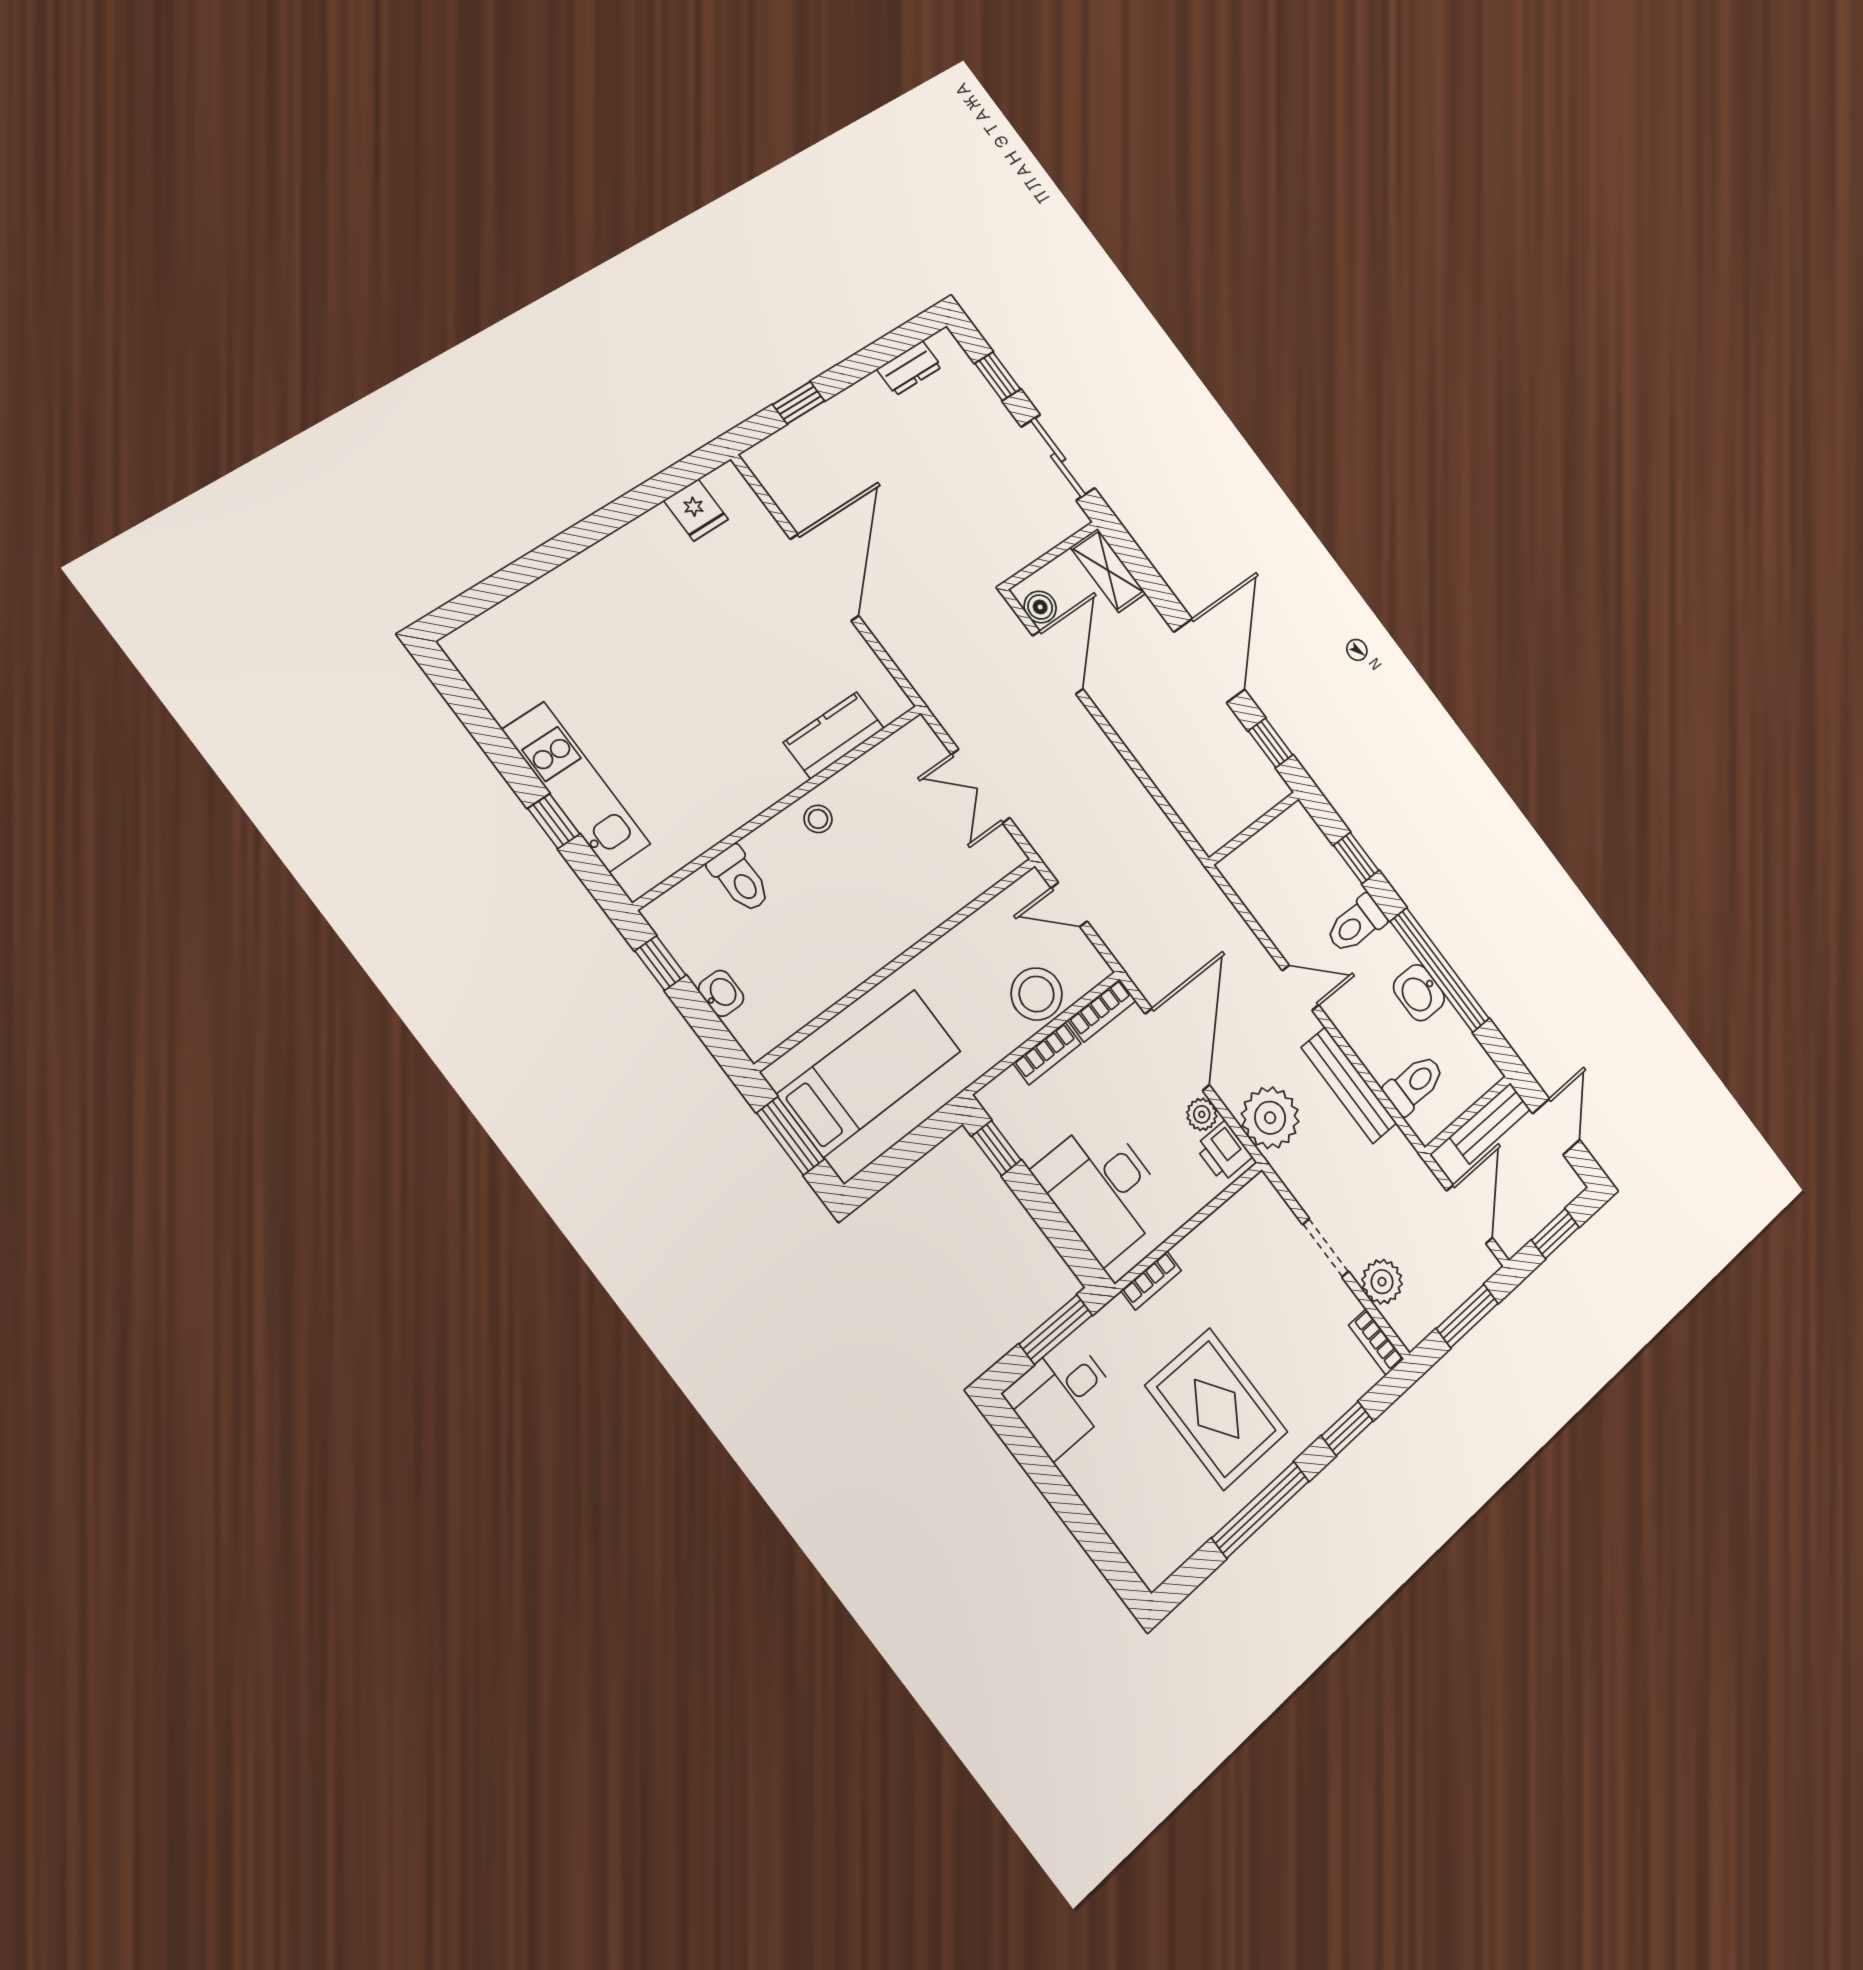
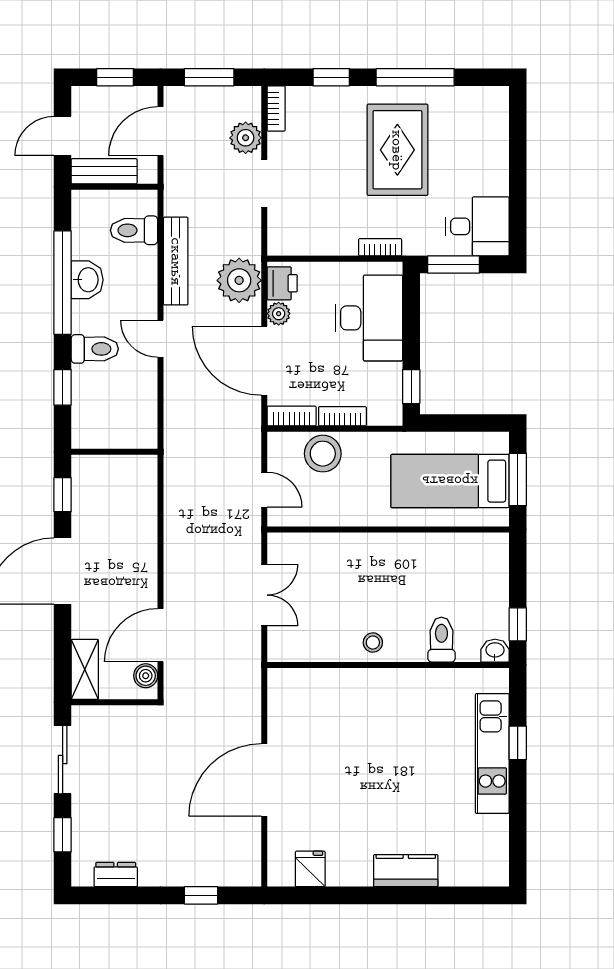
kitchen counter: (834, 735) -> (406, 871), moved, turned 180
washbasin: (721, 993) -> (495, 651), moved, turned 90
door: (1177, 1049) -> (264, 361), hinge flipped

